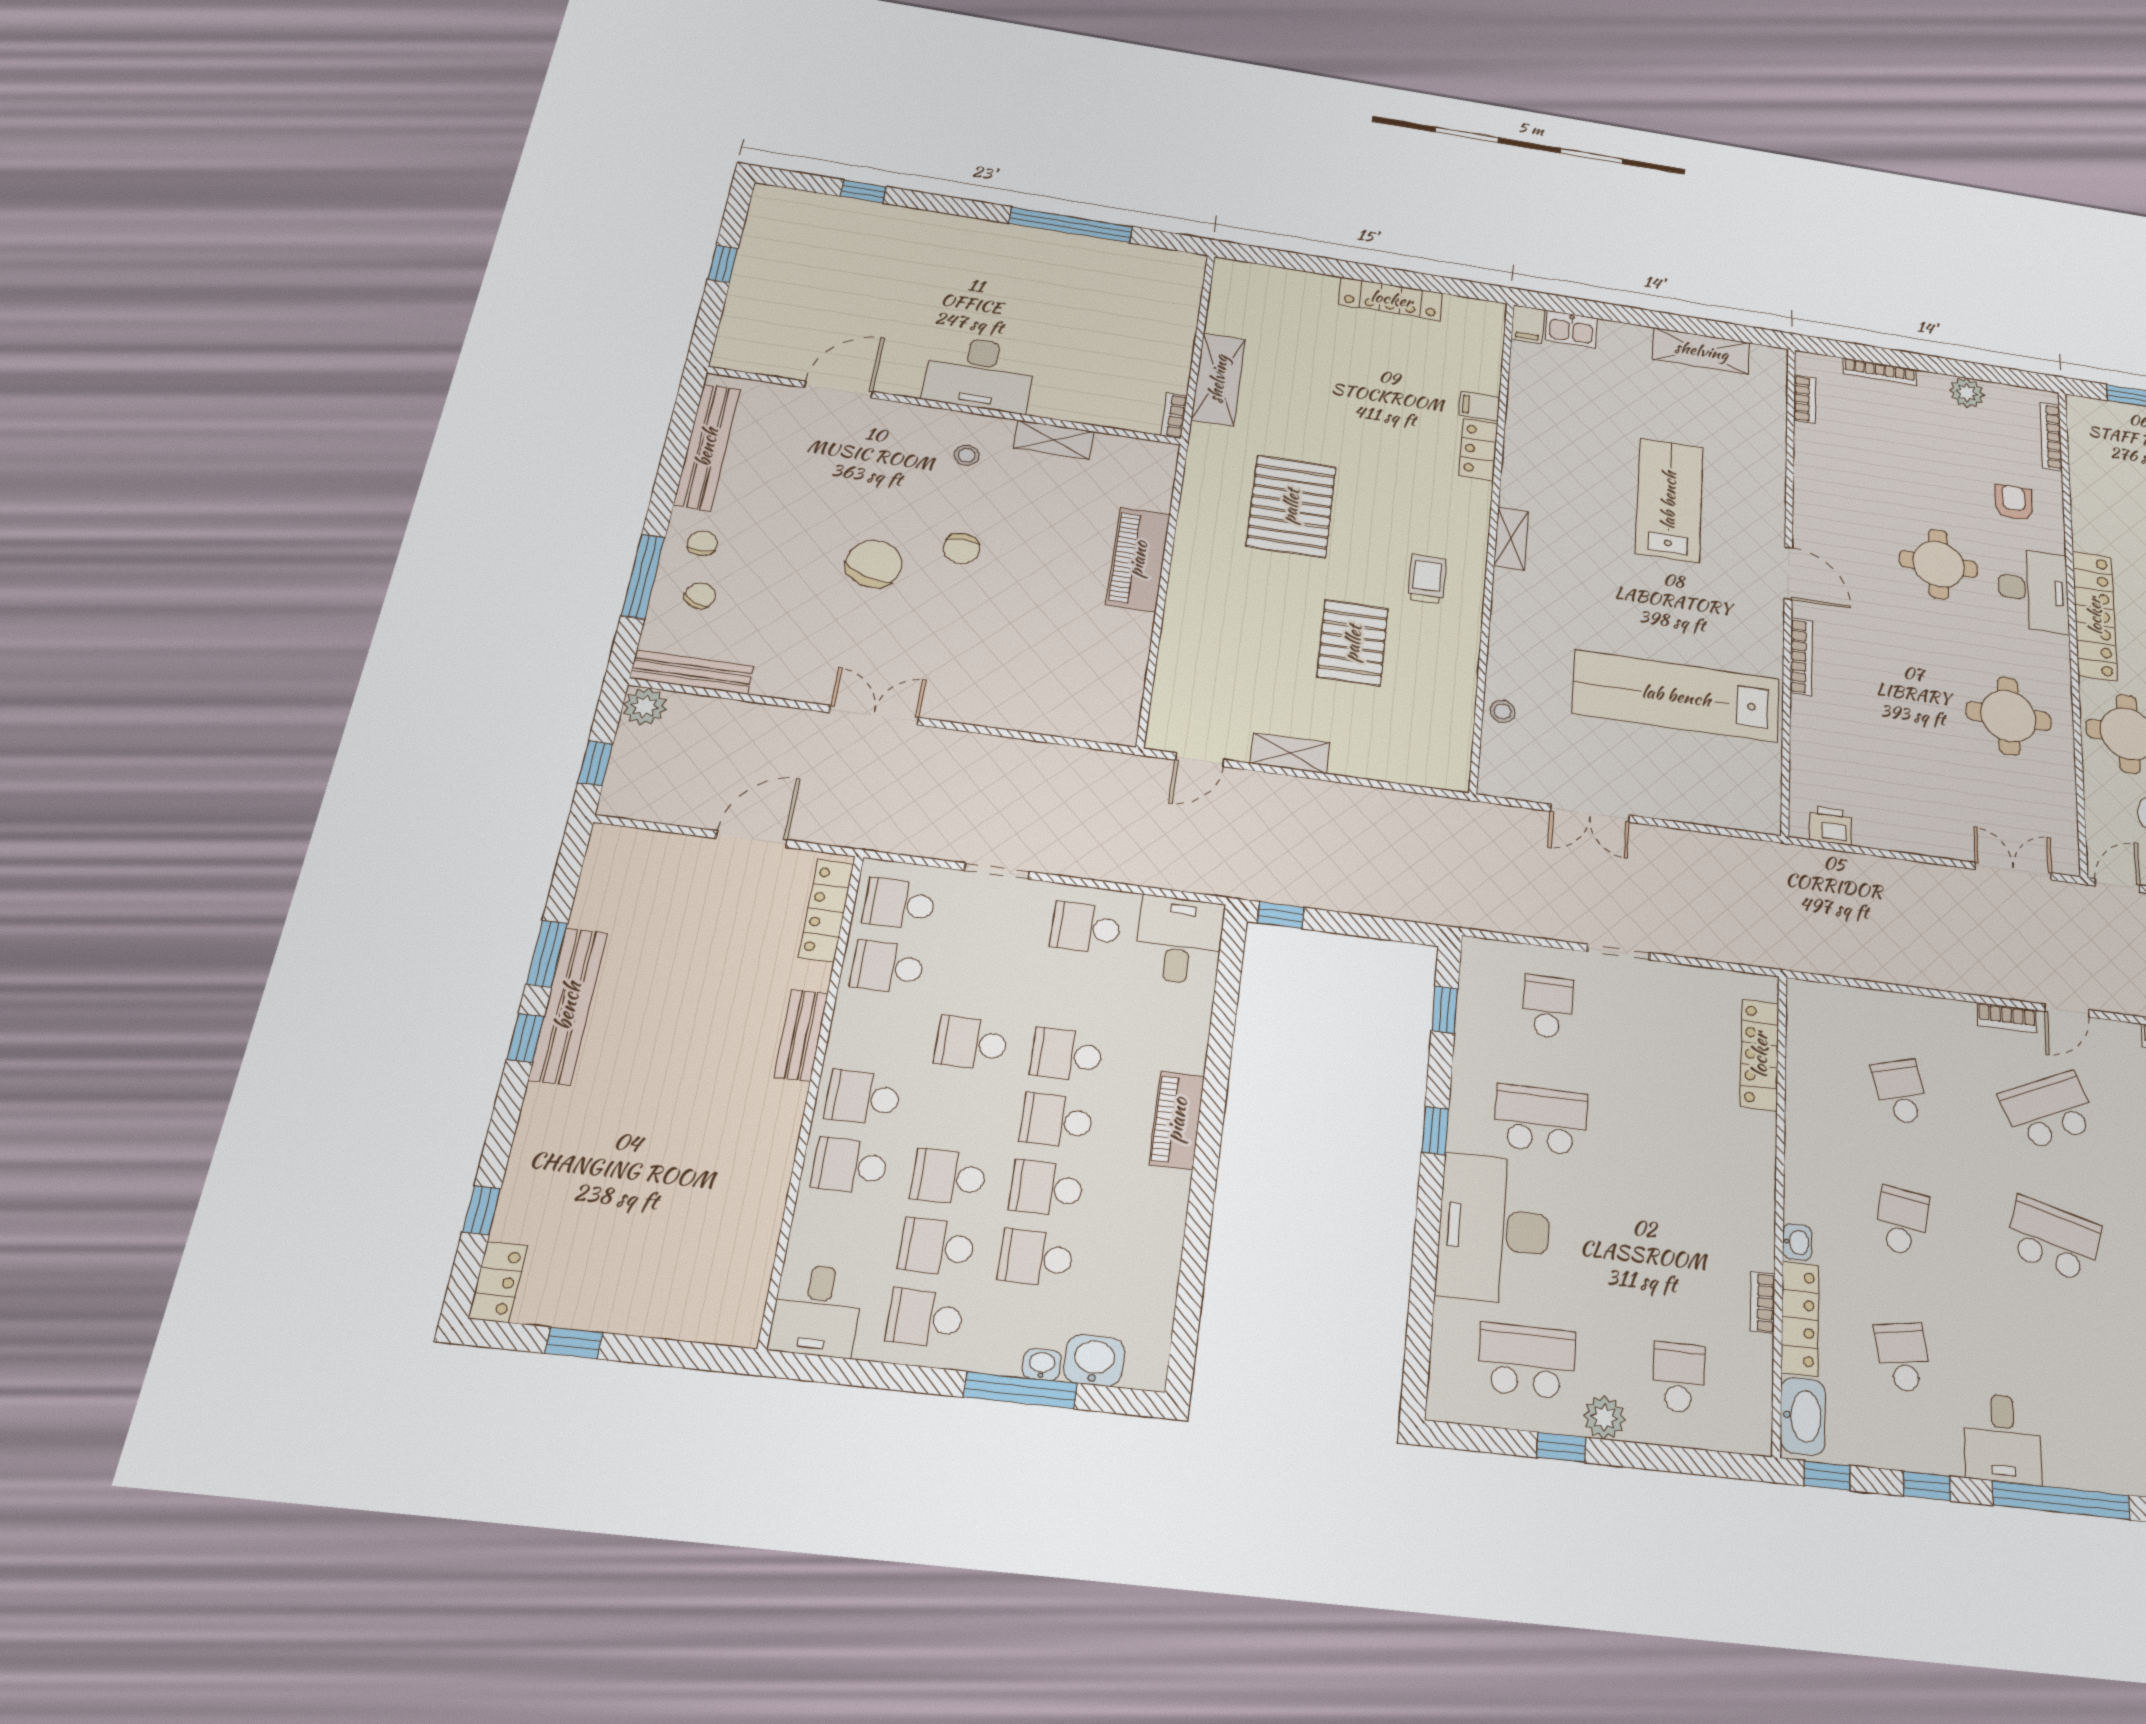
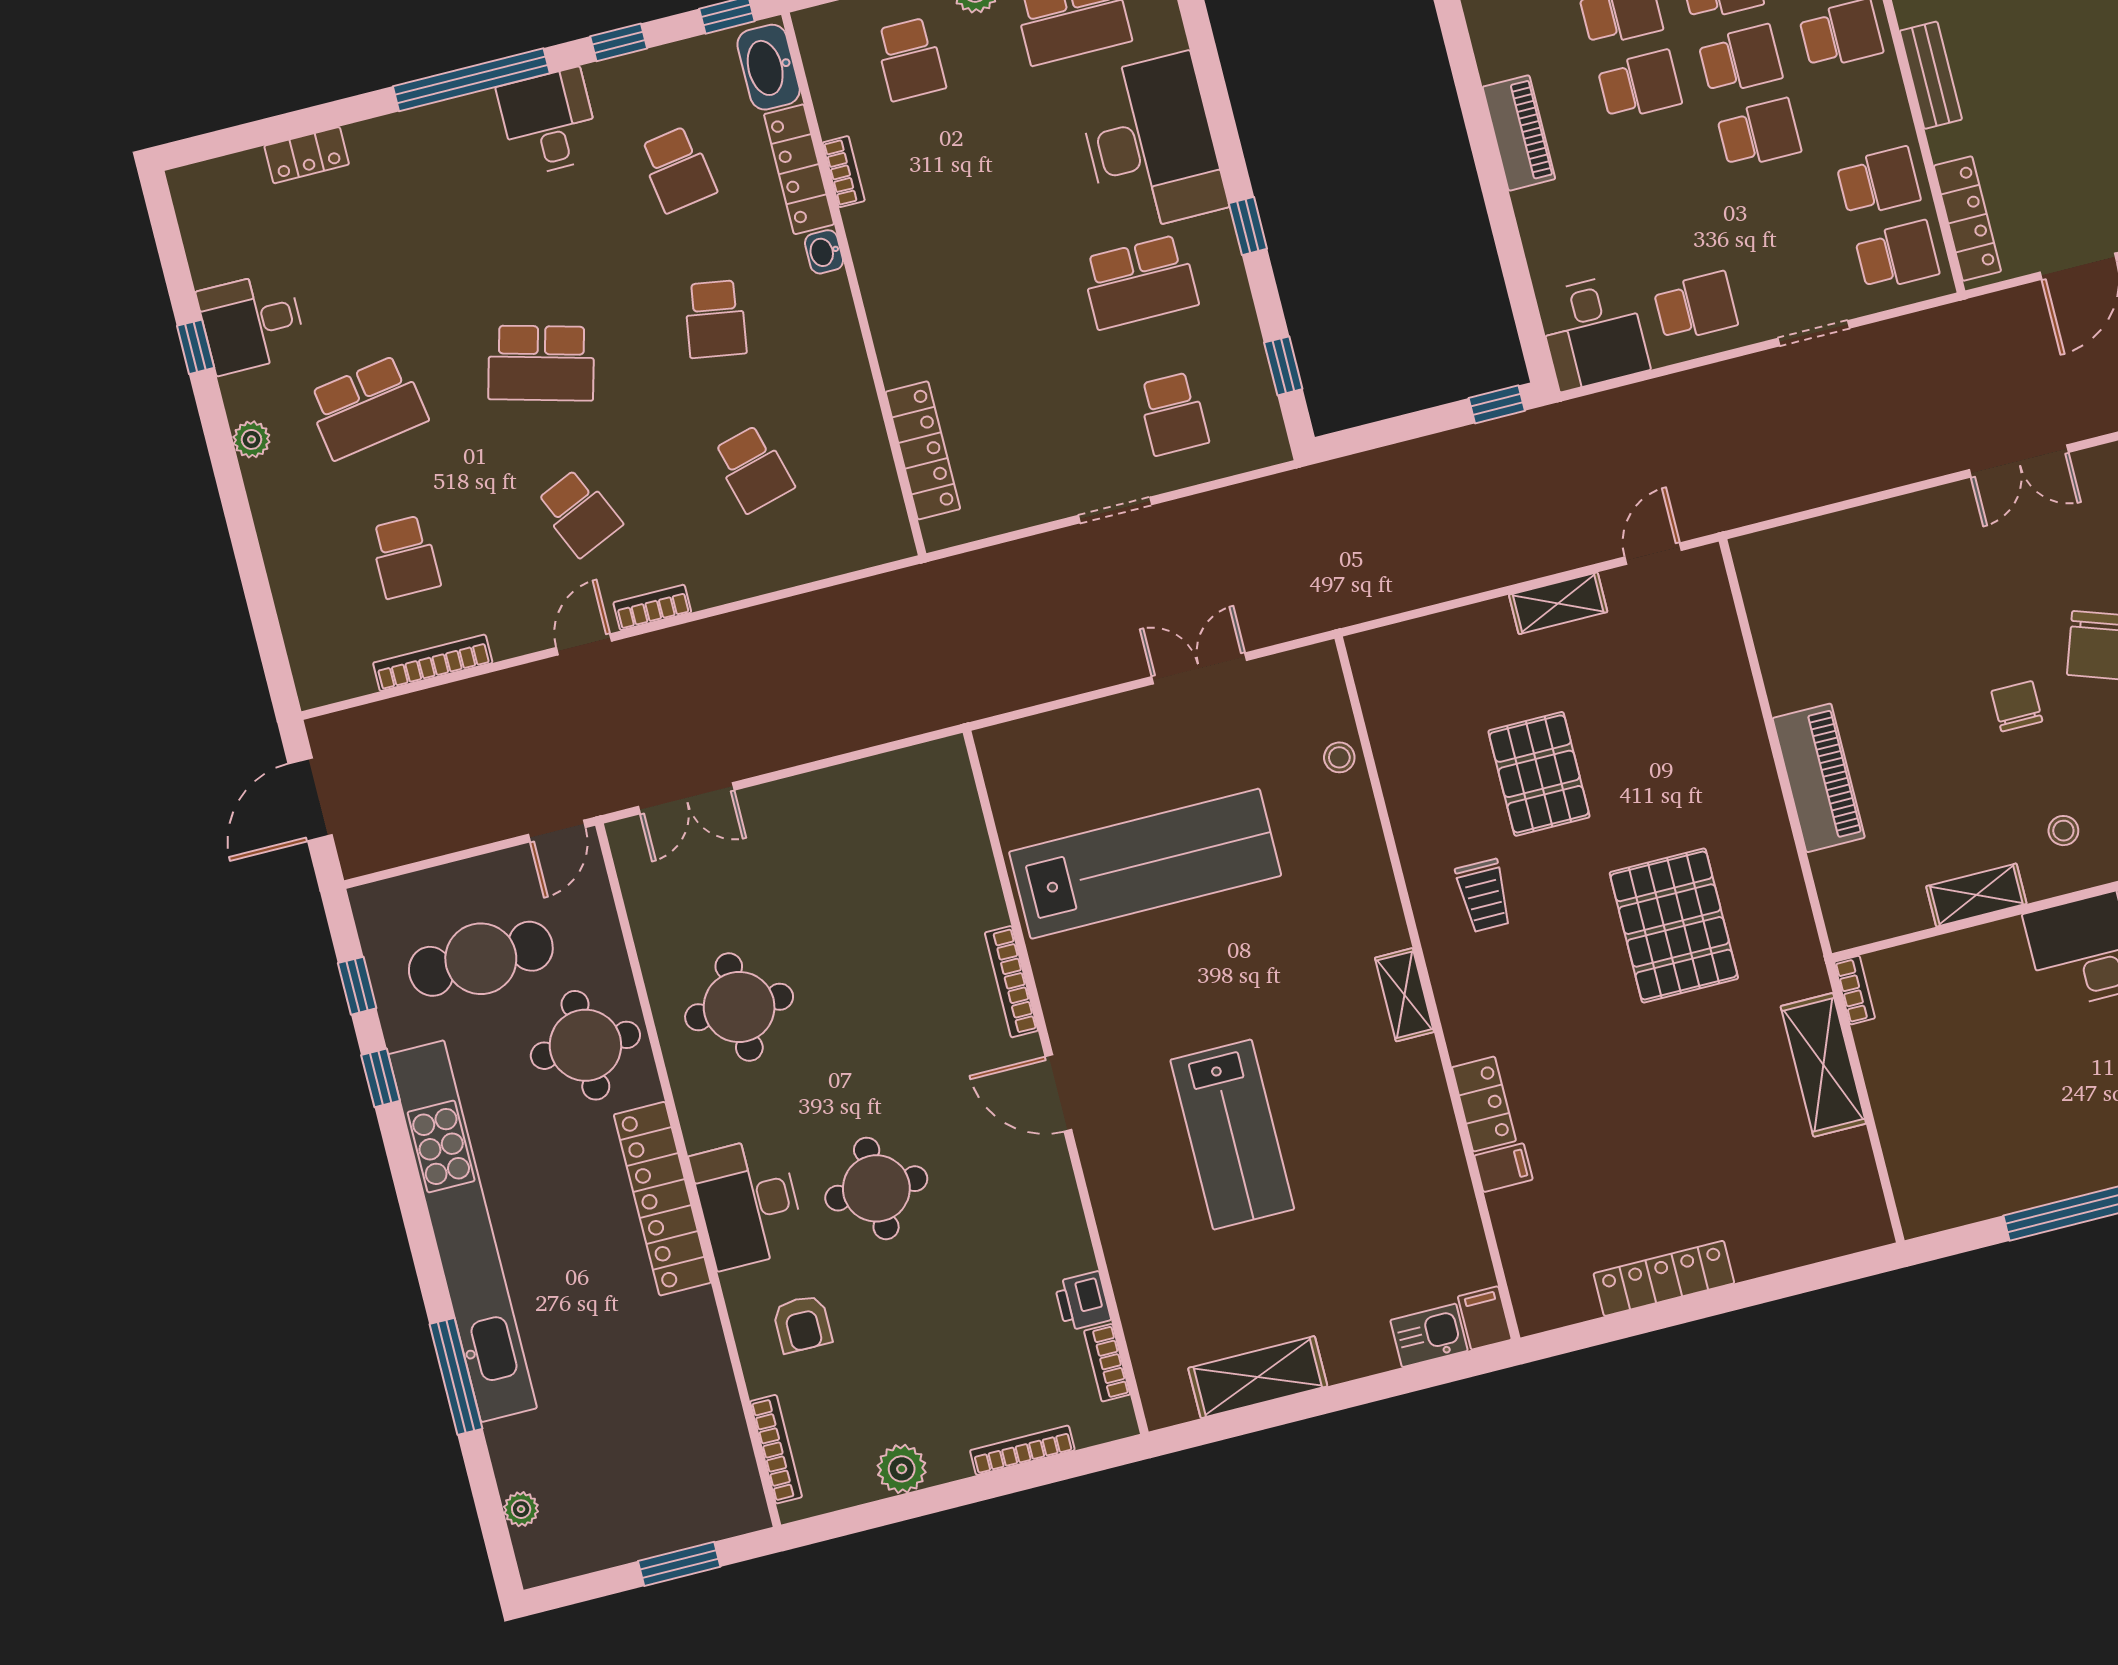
printer: (1831, 826) -> (1083, 1301), moved, turned 90
school desk: (1067, 1055) -> (1740, 60), moved
school desk: (2049, 1110) -> (579, 513), width x0.54

